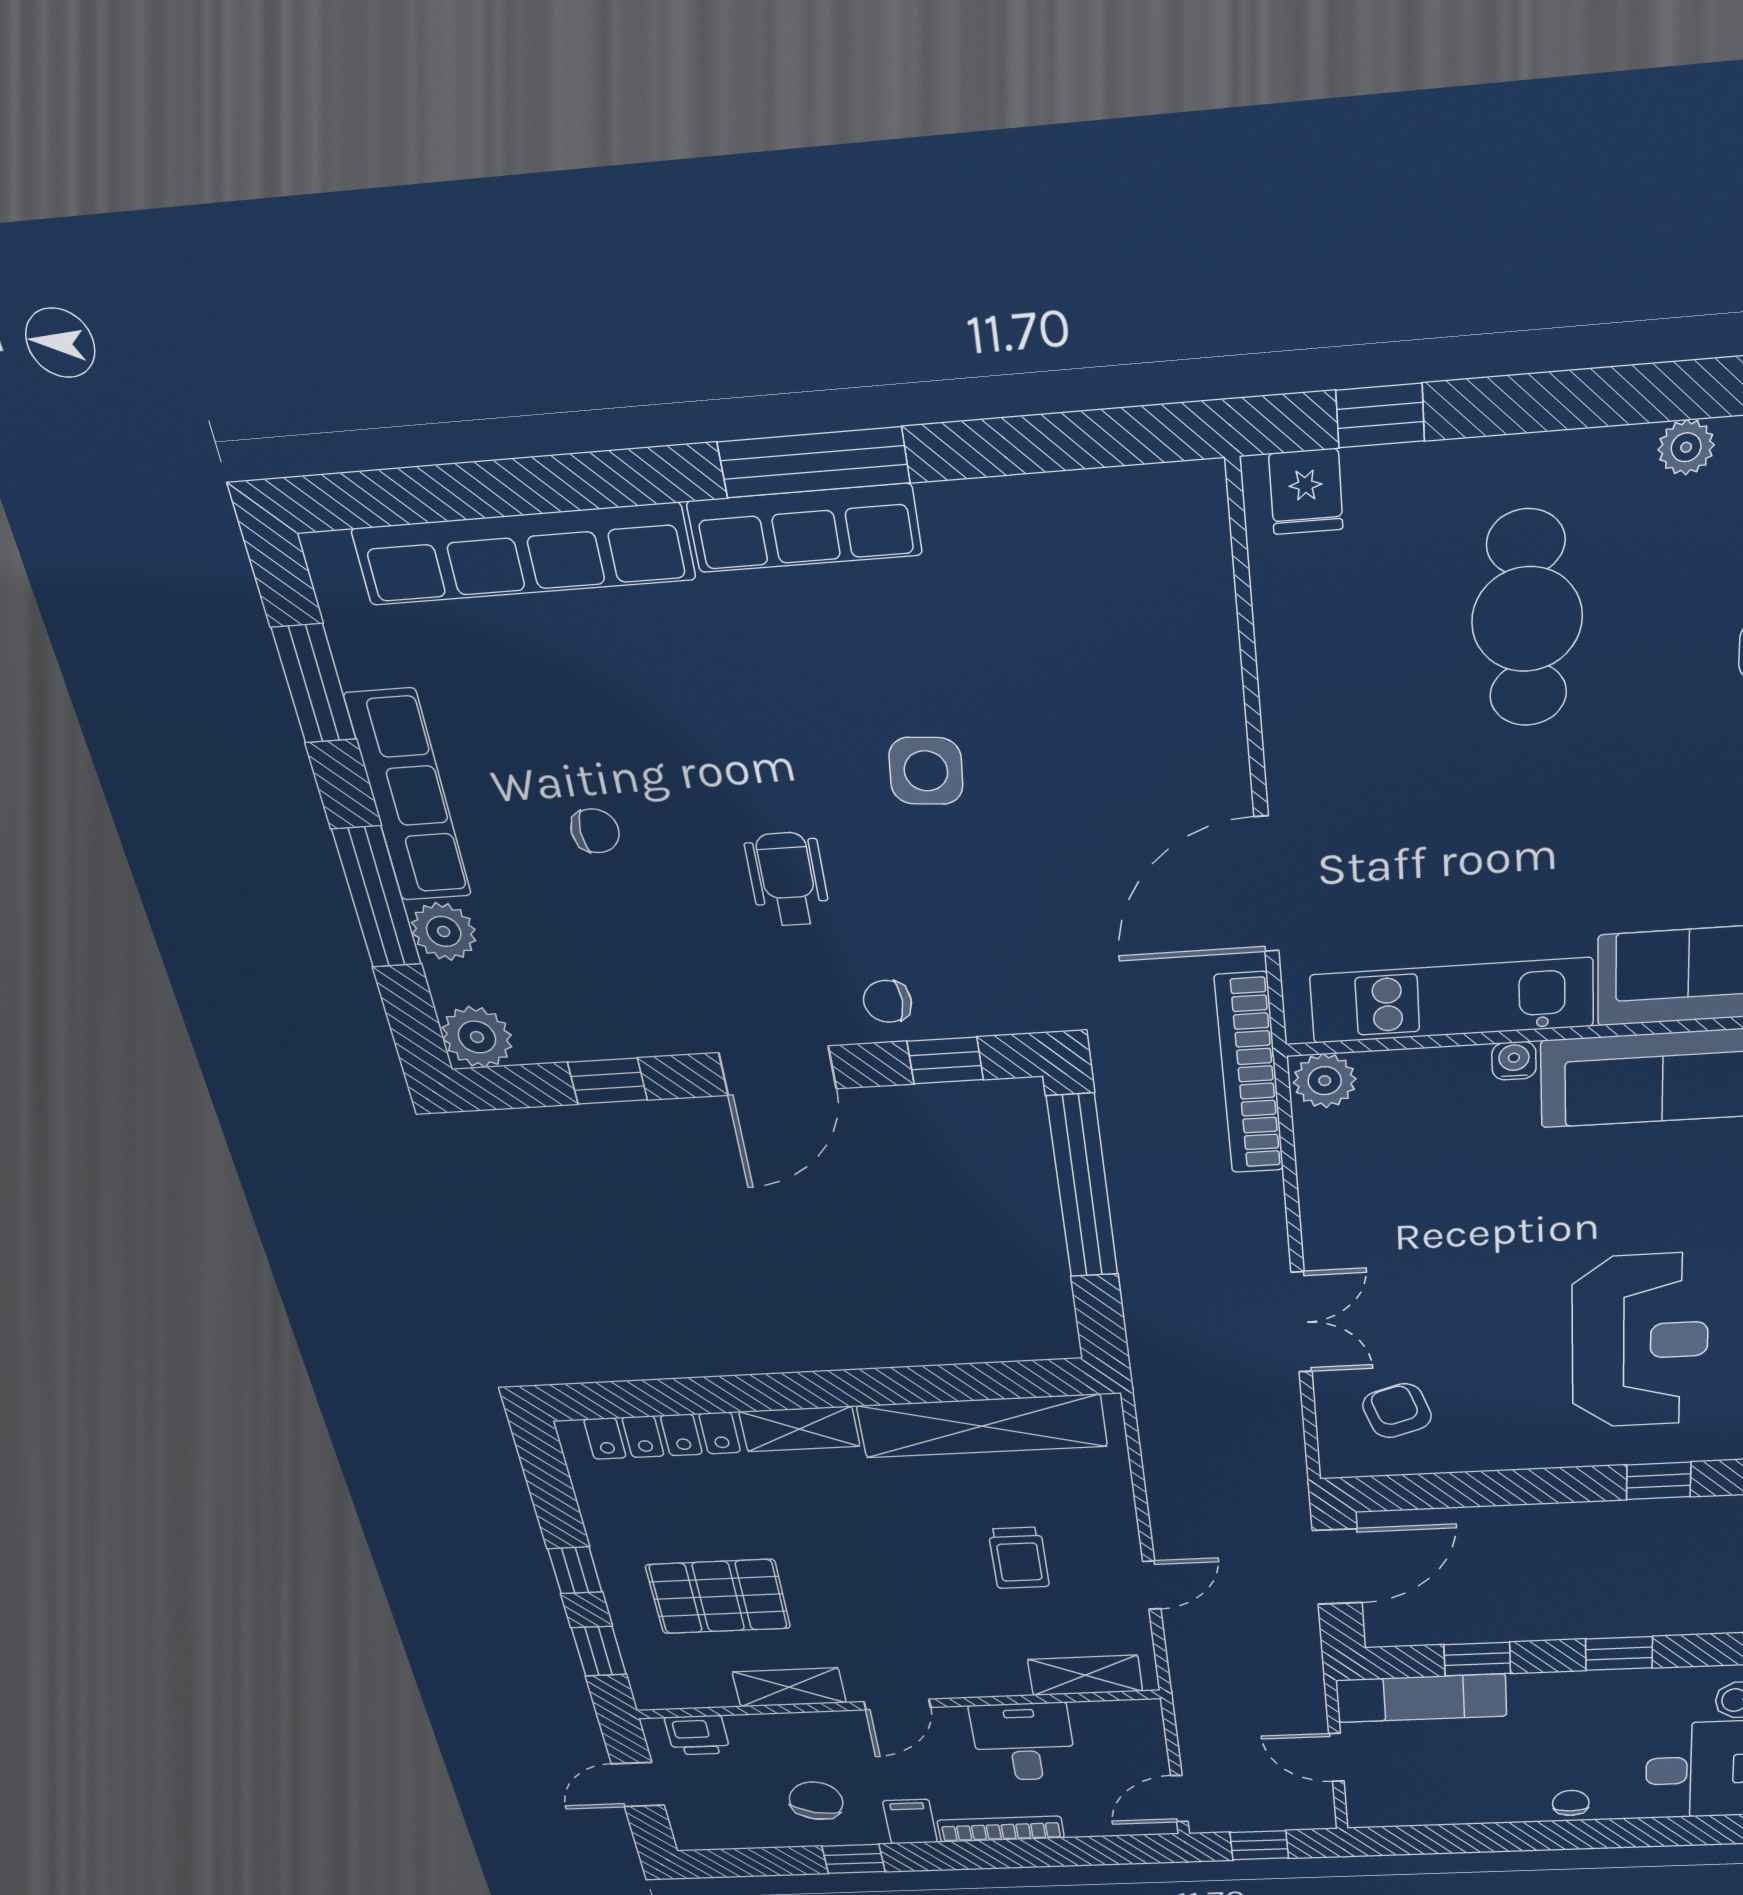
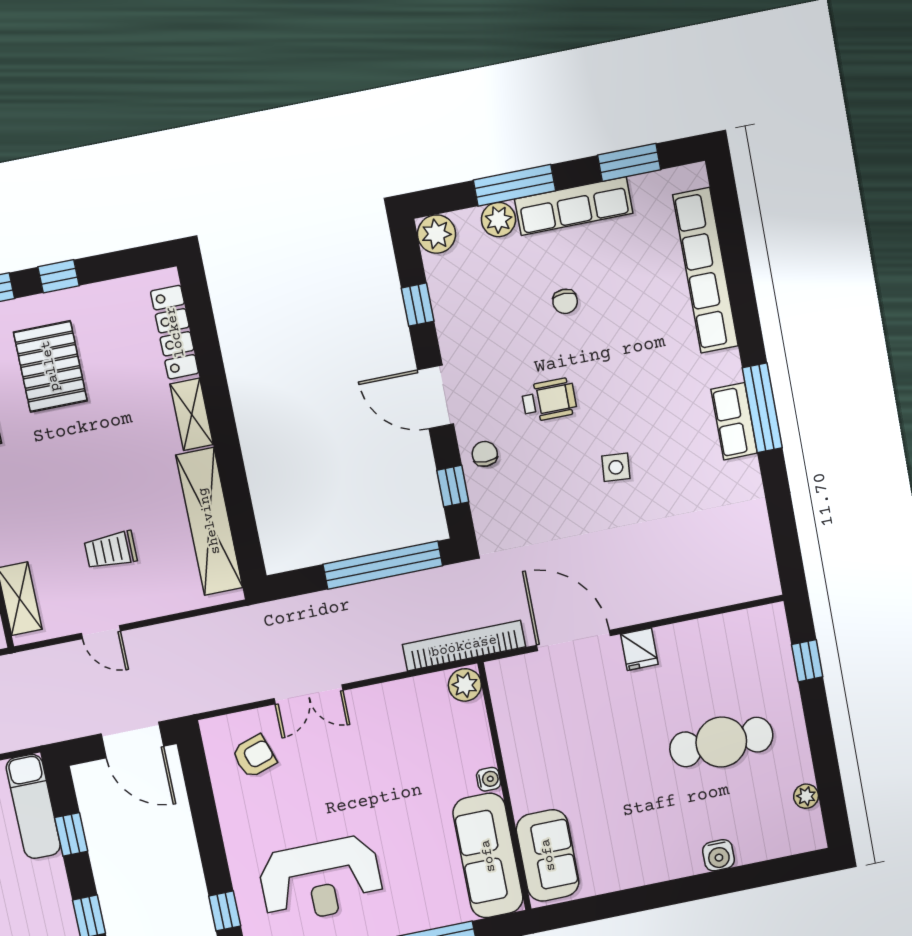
fridge: (1306, 492) -> (639, 649), moved, turned -90
row of seats: (805, 528) -> (734, 421), width x0.68
side table: (926, 771) -> (616, 467), width x0.73, depth x0.73
kitchen unit: (1452, 1001) -> (520, 742), removed

